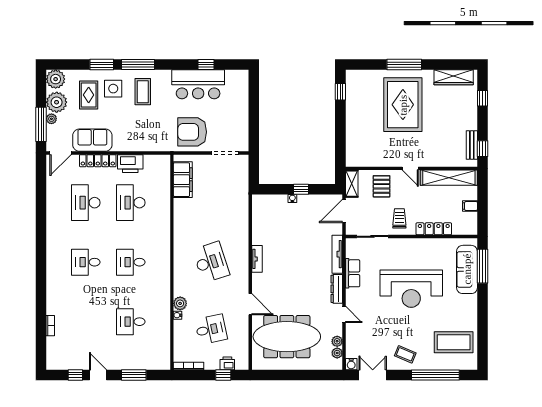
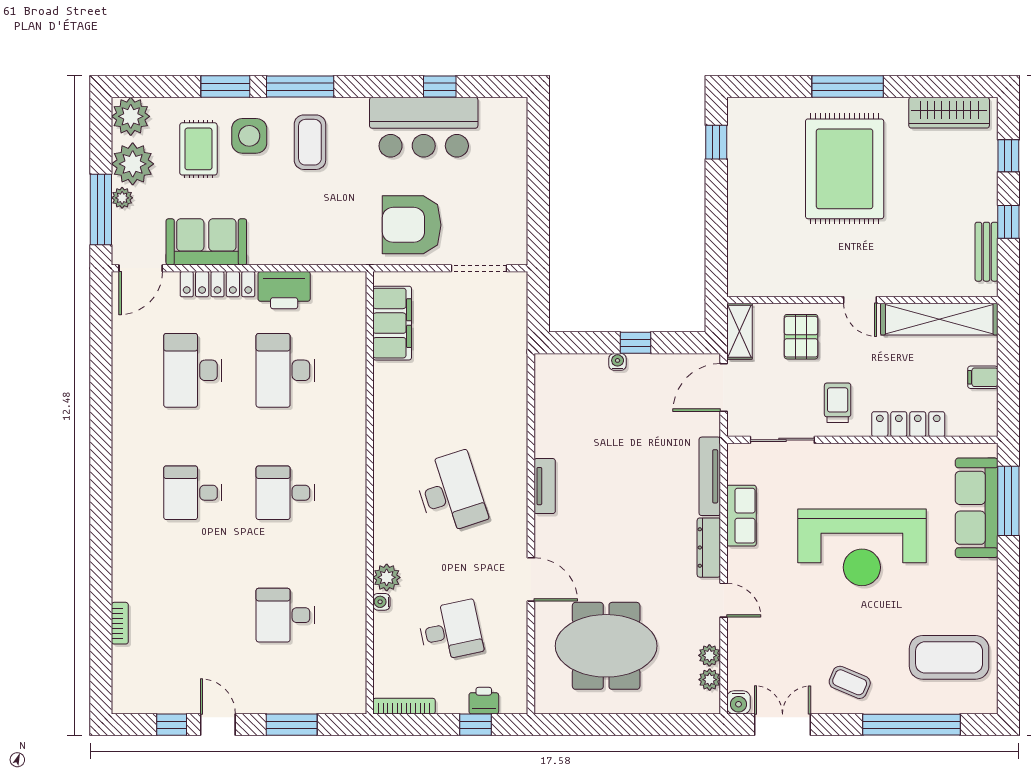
window: (482, 149) -> (1008, 222), moved
meeting table: (287, 337) -> (606, 646), width x0.73

